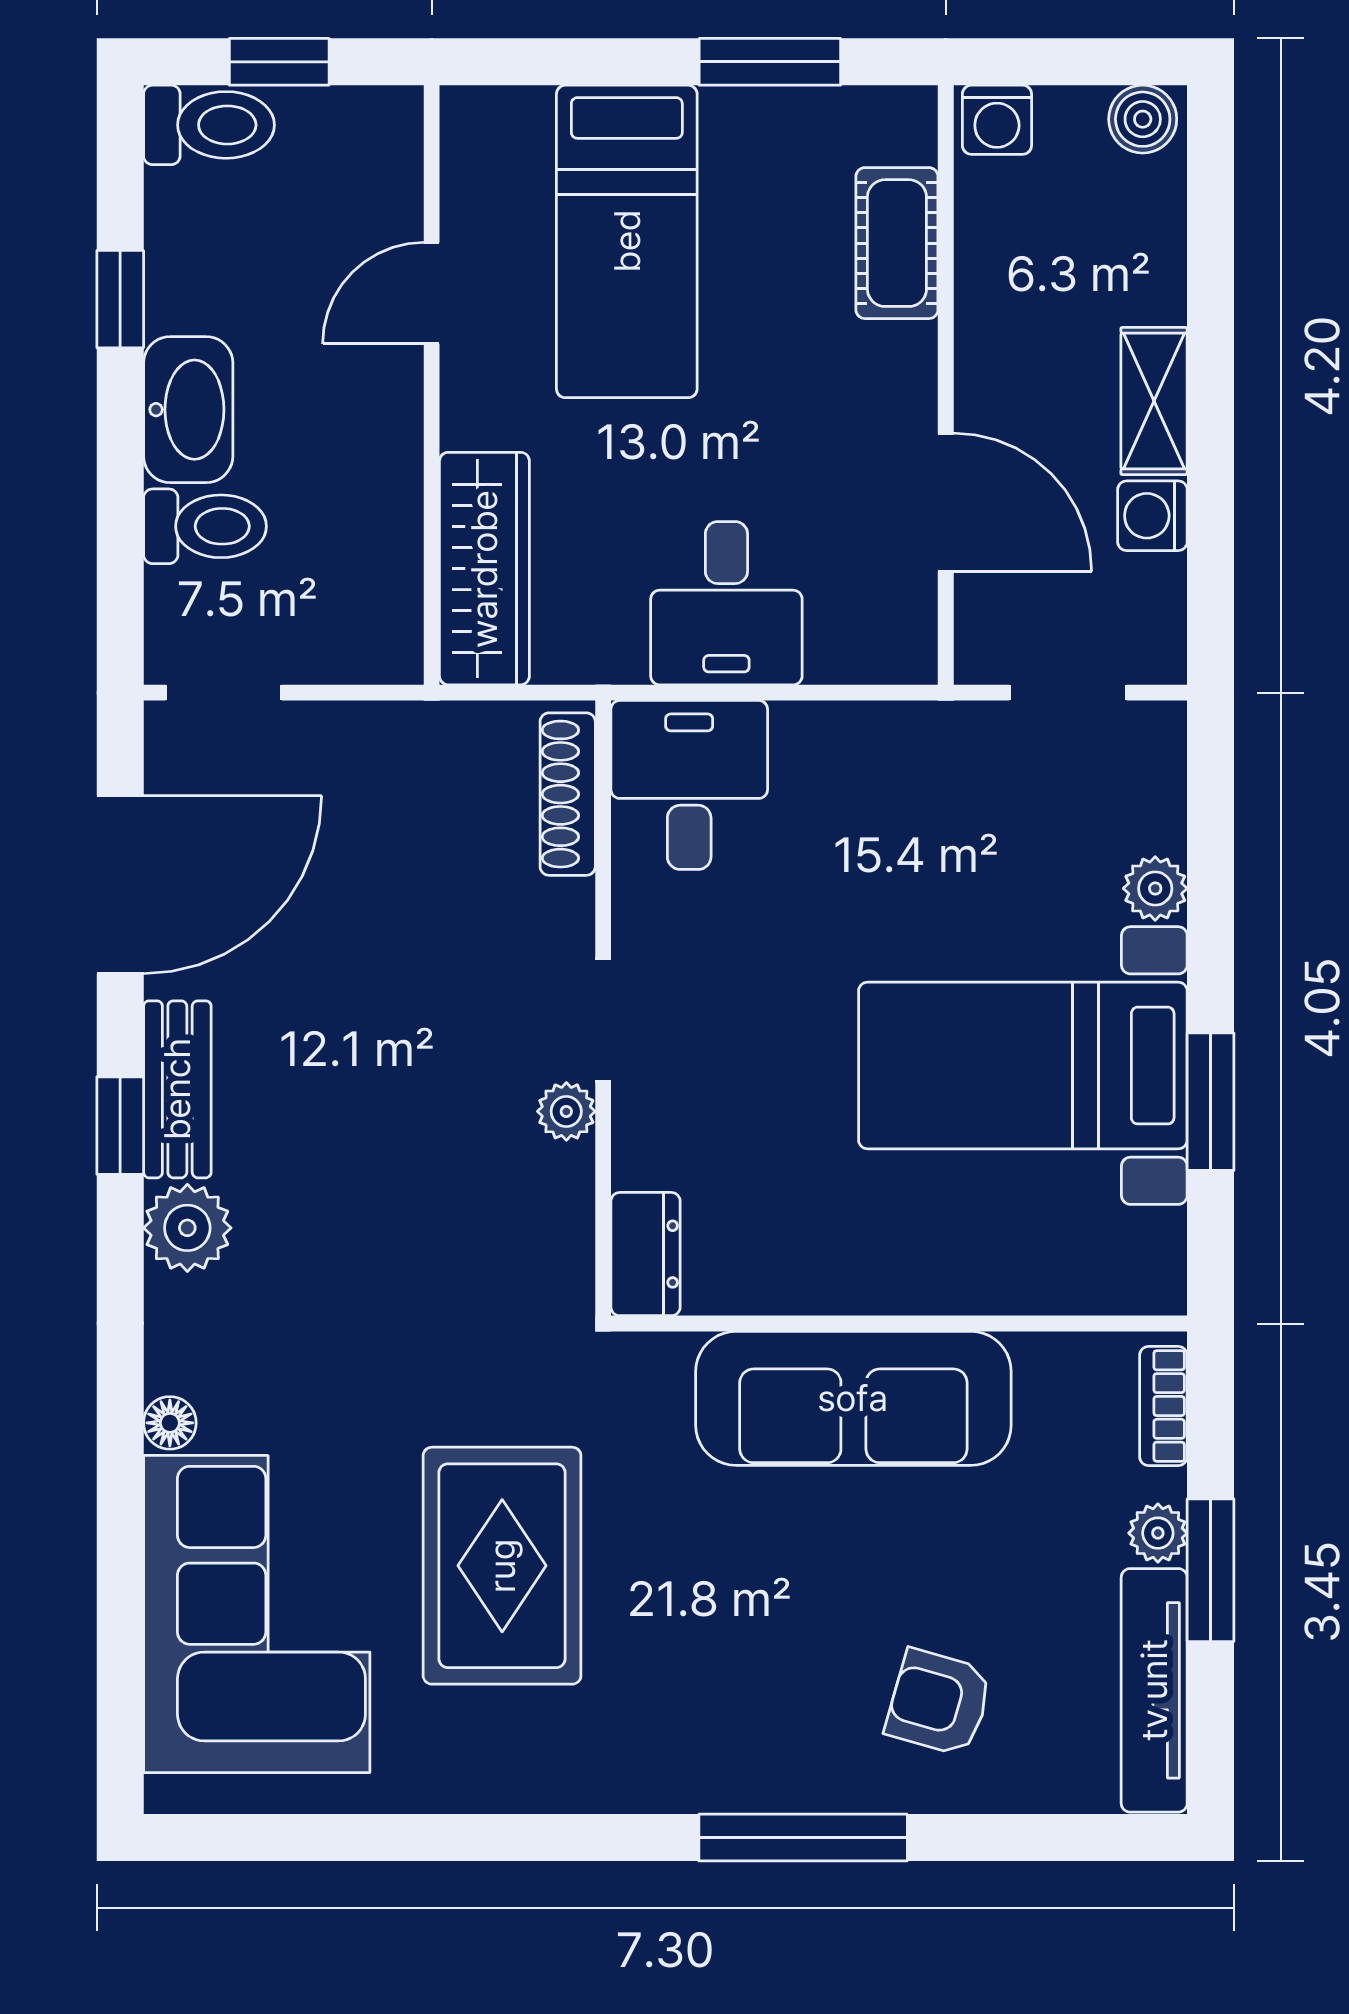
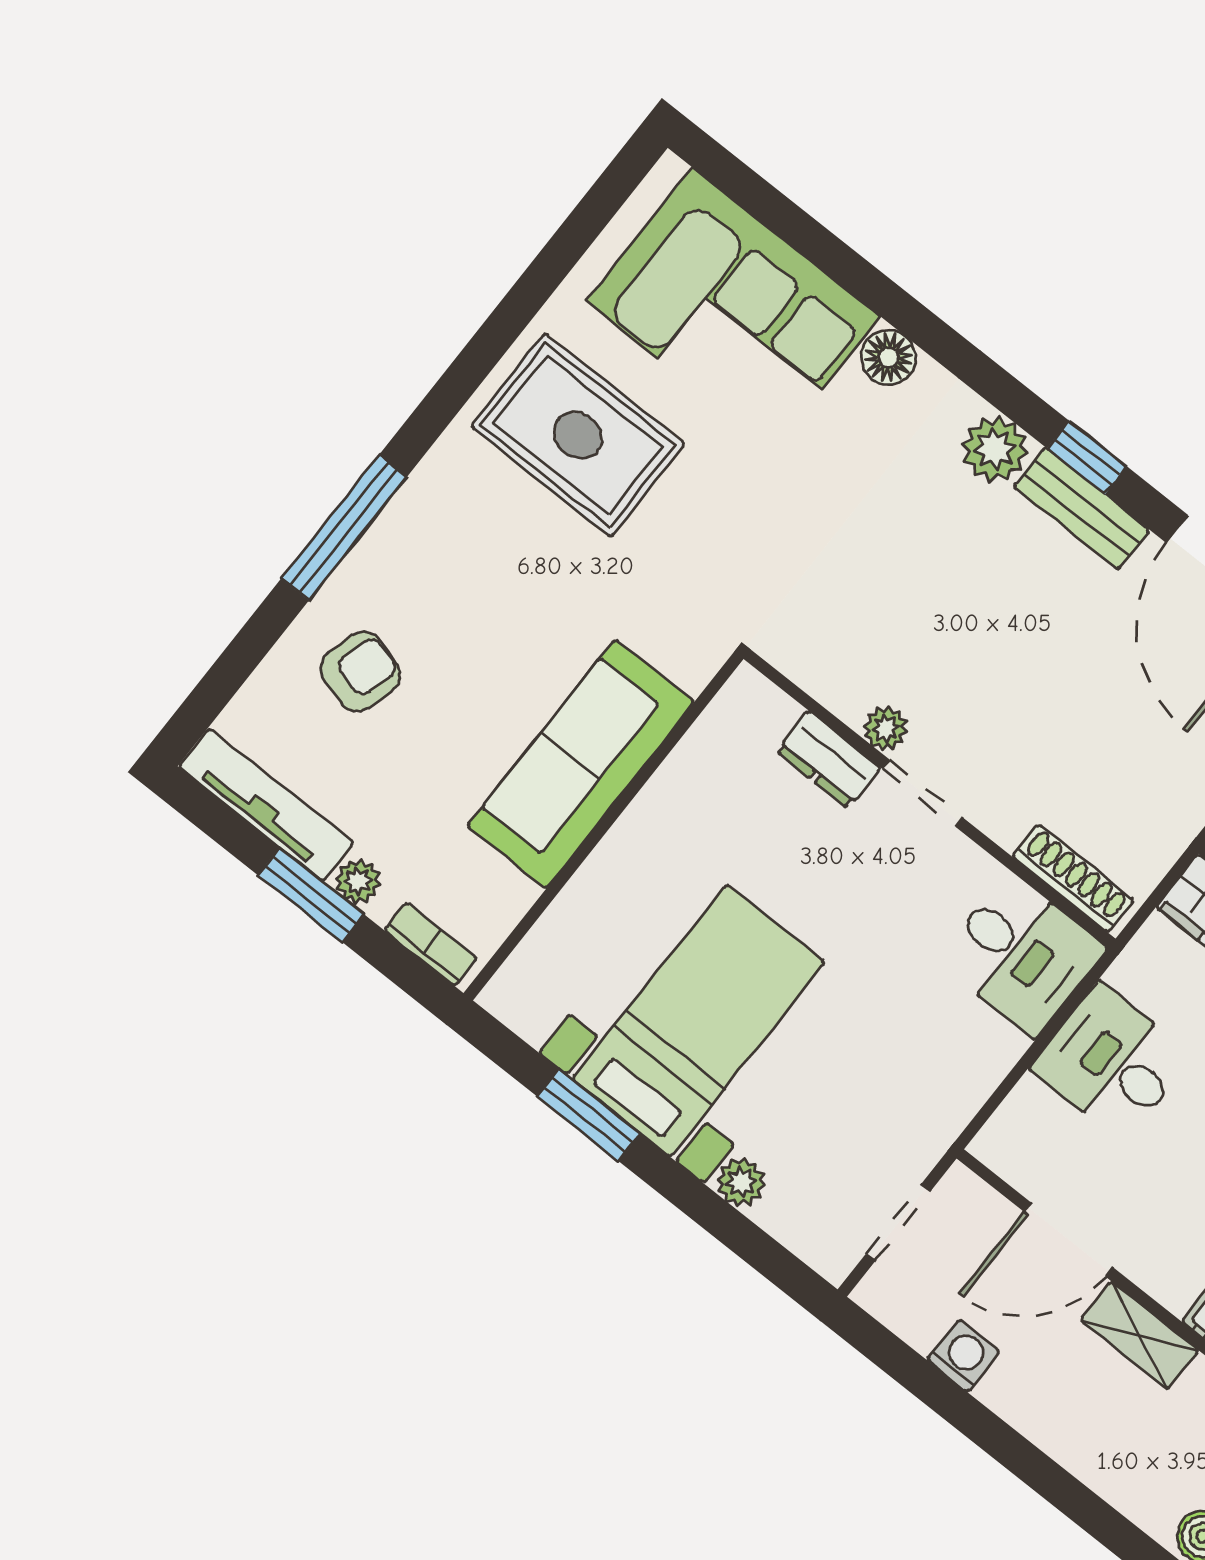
shelving: (1154, 401) -> (1139, 1335), moved
dresser: (646, 1254) -> (828, 760), moved
floor lamp: (170, 1423) -> (889, 358), width x1.37, depth x1.37
rug: (502, 1566) -> (578, 435), moved

